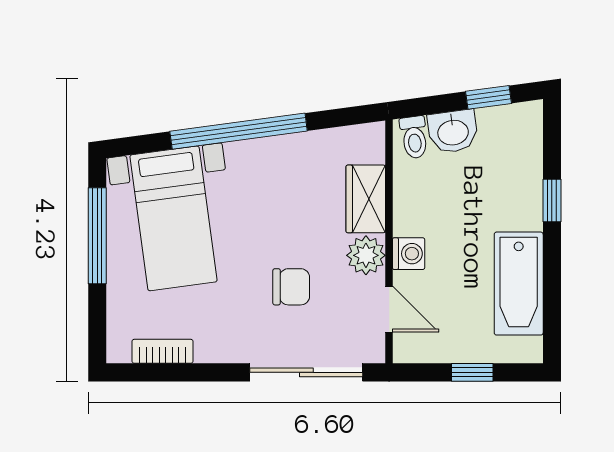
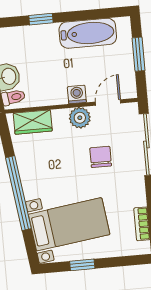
wardrobe: (366, 199) -> (33, 122), moved
window: (97, 236) -> (82, 265), width x0.46
window: (472, 372) -> (138, 54), width x1.50

